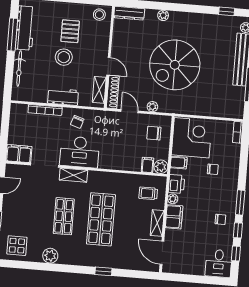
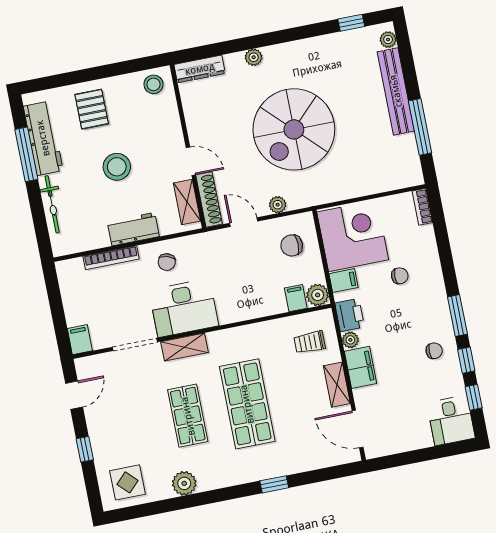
pallet: (70, 31) -> (92, 109), moved
filing cabinet: (19, 154) -> (80, 340), width x0.50

